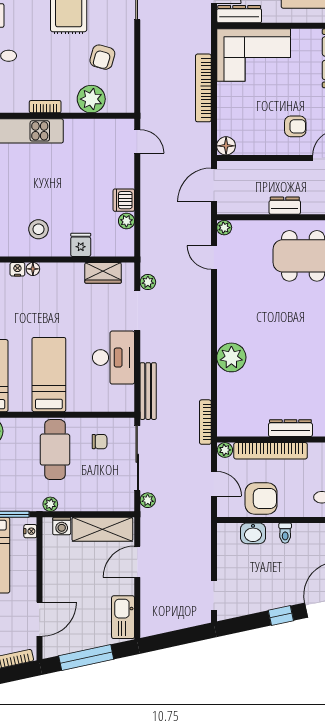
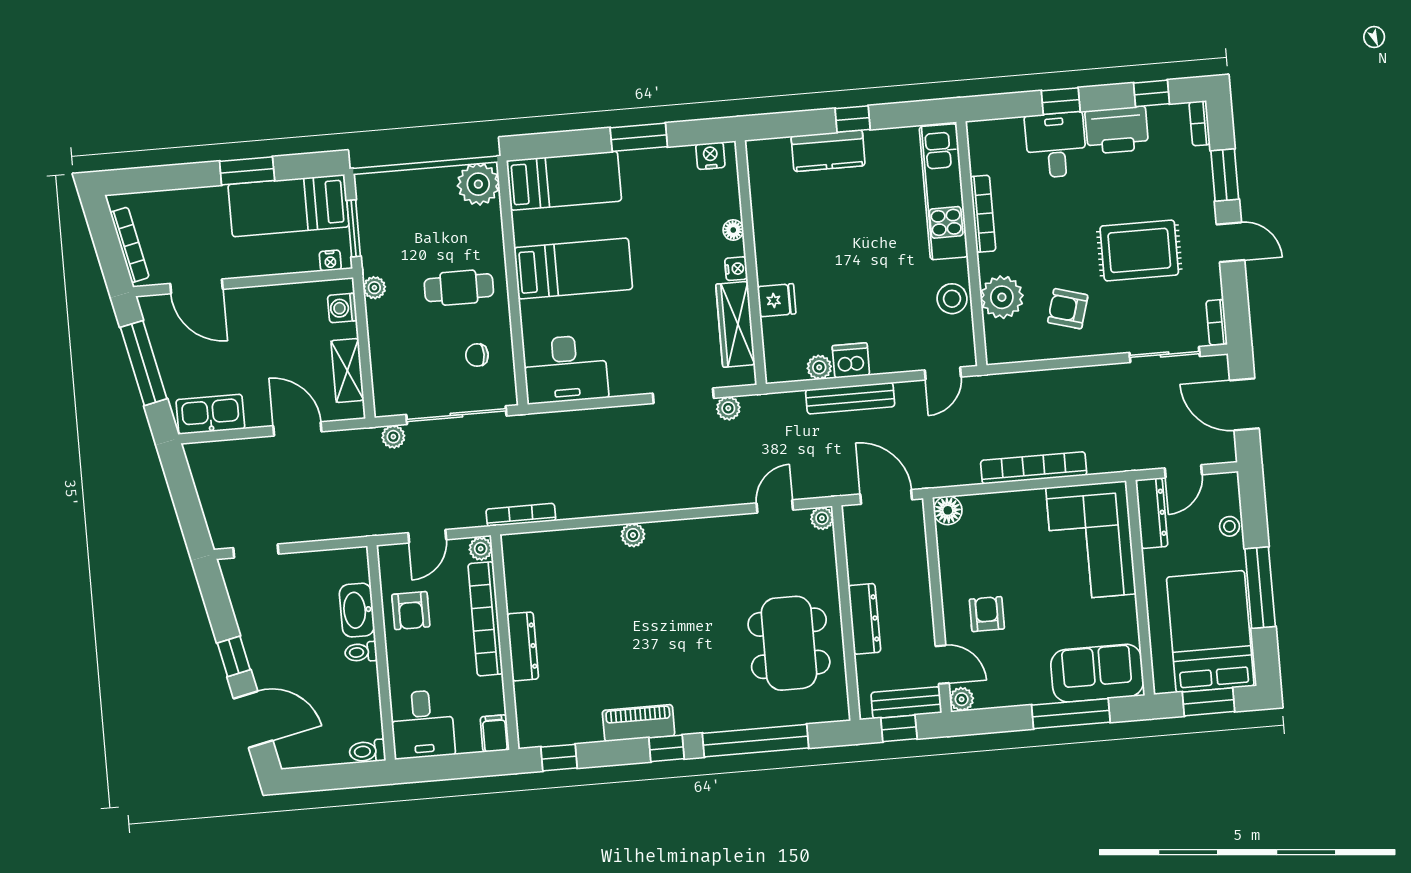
bookcase: (45, 107) -> (983, 214), width x1.56
armchair: (295, 126) -> (987, 614), turned 180
dresser: (285, 206) -> (864, 619), width x1.44
stool: (38, 229) -> (952, 299), moved
nightstand: (17, 269) -> (736, 269), moved
wardrobe: (103, 273) -> (735, 324), width x1.50
plant: (231, 357) -> (633, 535), width x0.53, depth x0.53
desk: (113, 358) -> (565, 369), moved
bench: (148, 391) -> (850, 398), moved
chair: (100, 442) -> (477, 355), turned 90
cafe table: (55, 450) -> (459, 288), width x0.73, depth x0.74
armchair: (261, 499) -> (411, 611), width x0.72, depth x0.72
shelving: (102, 529) -> (347, 370), width x0.67, depth x0.75
washbasin: (253, 533) -> (357, 610), width x1.38

